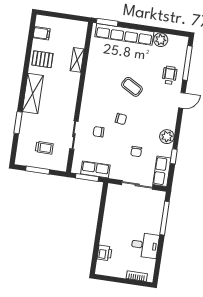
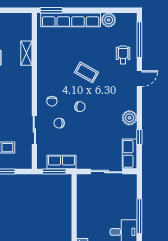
chair: (136, 151) -> (52, 101), moved
window: (165, 218) -> (139, 216), moved

